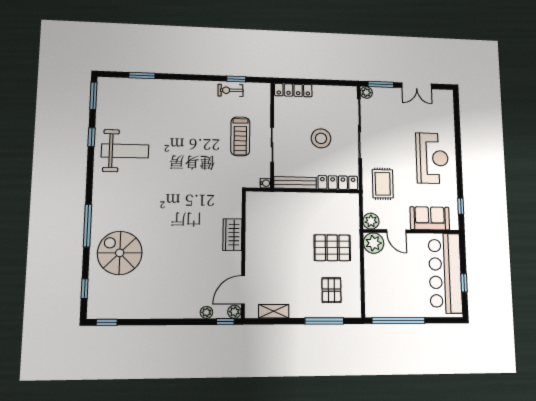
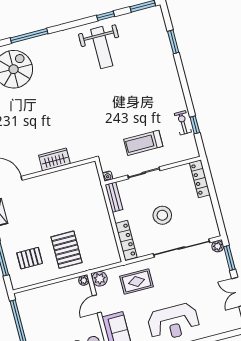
bench: (295, 183) -> (114, 197), width x0.73
plant: (374, 243) -> (84, 280), width x0.53, depth x0.53

